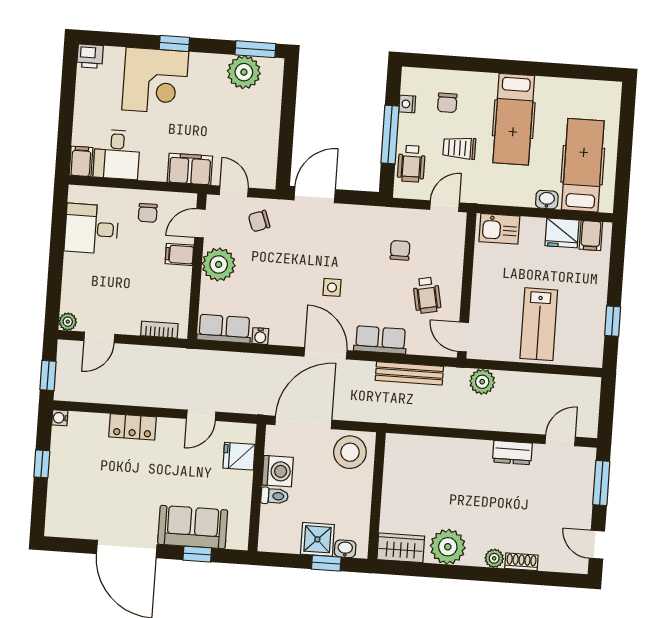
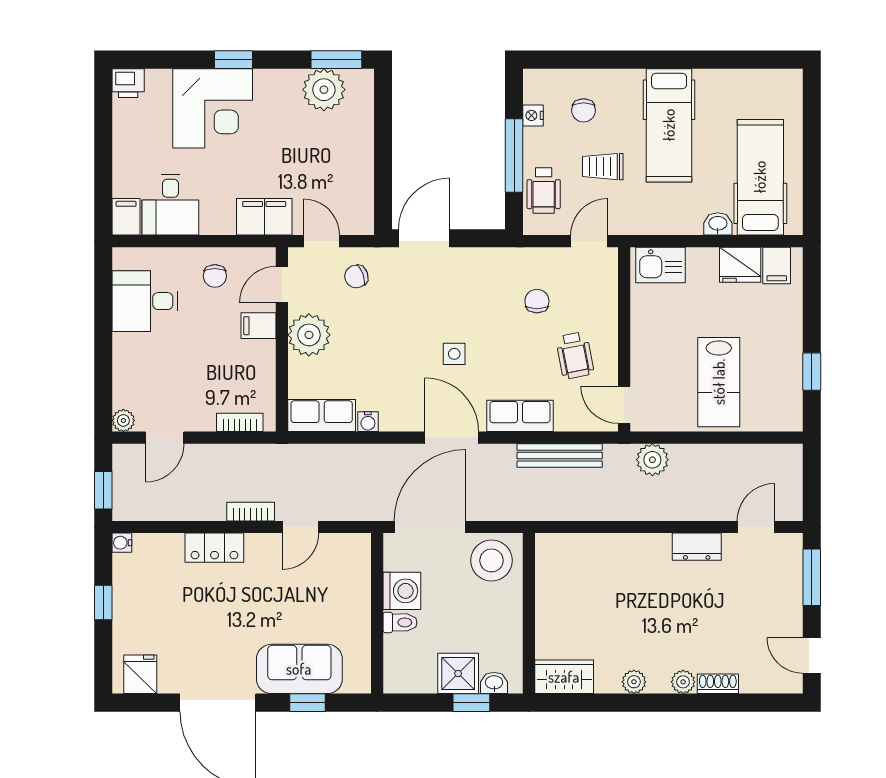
bookcase: (163, 400) -> (251, 512), added
fridge: (239, 456) -> (140, 674), moved, turned 90
plant: (448, 547) -> (634, 682), width x0.53, depth x0.53

